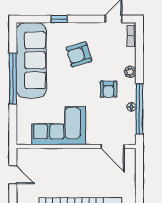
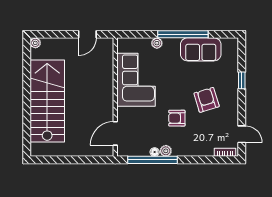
sofa: (31, 60) -> (201, 49), width x0.54, depth x0.79
plant: (130, 72) -> (166, 151), moved
armchair: (108, 89) -> (177, 118), moved
plant: (22, 105) -> (157, 43), added

